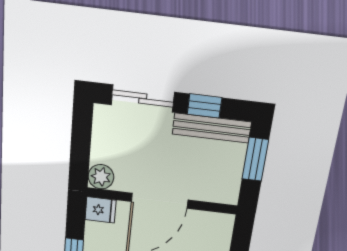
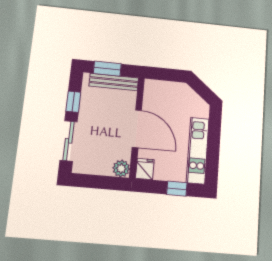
bench: (212, 128) -> (114, 82), moved, turned 90

